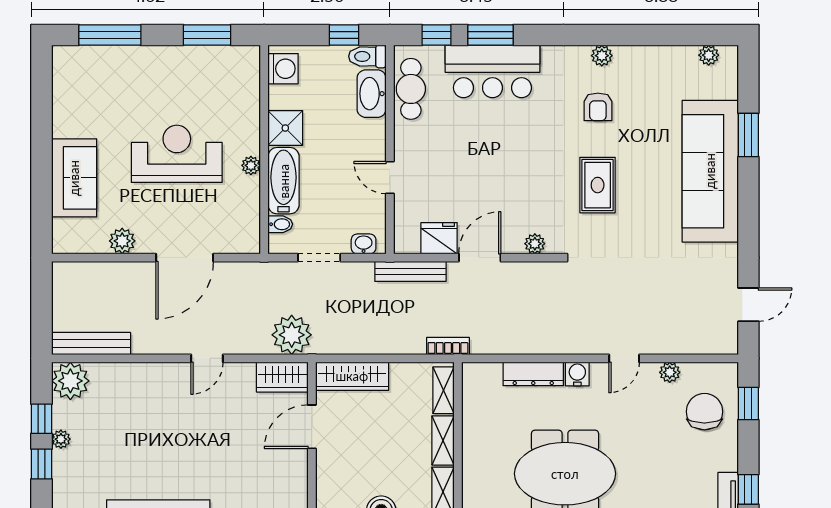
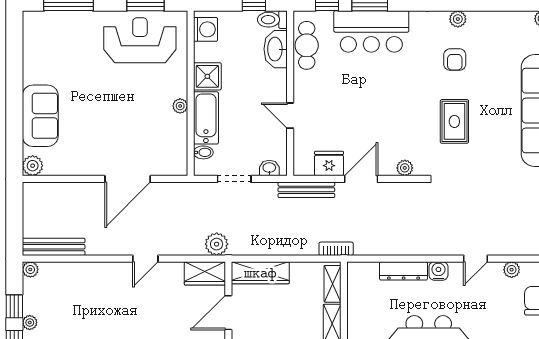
reception desk: (177, 154) -> (140, 40), moved
plant: (122, 241) -> (33, 166), moved
plant: (292, 335) -> (217, 244), width x0.73, depth x0.73
plant: (70, 381) -> (30, 269), width x0.53, depth x0.53

